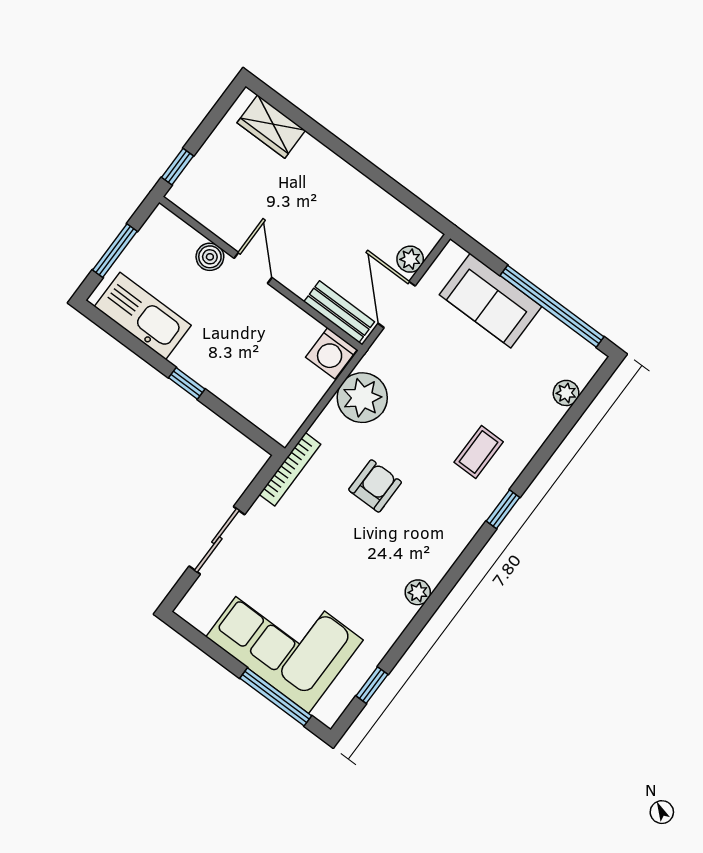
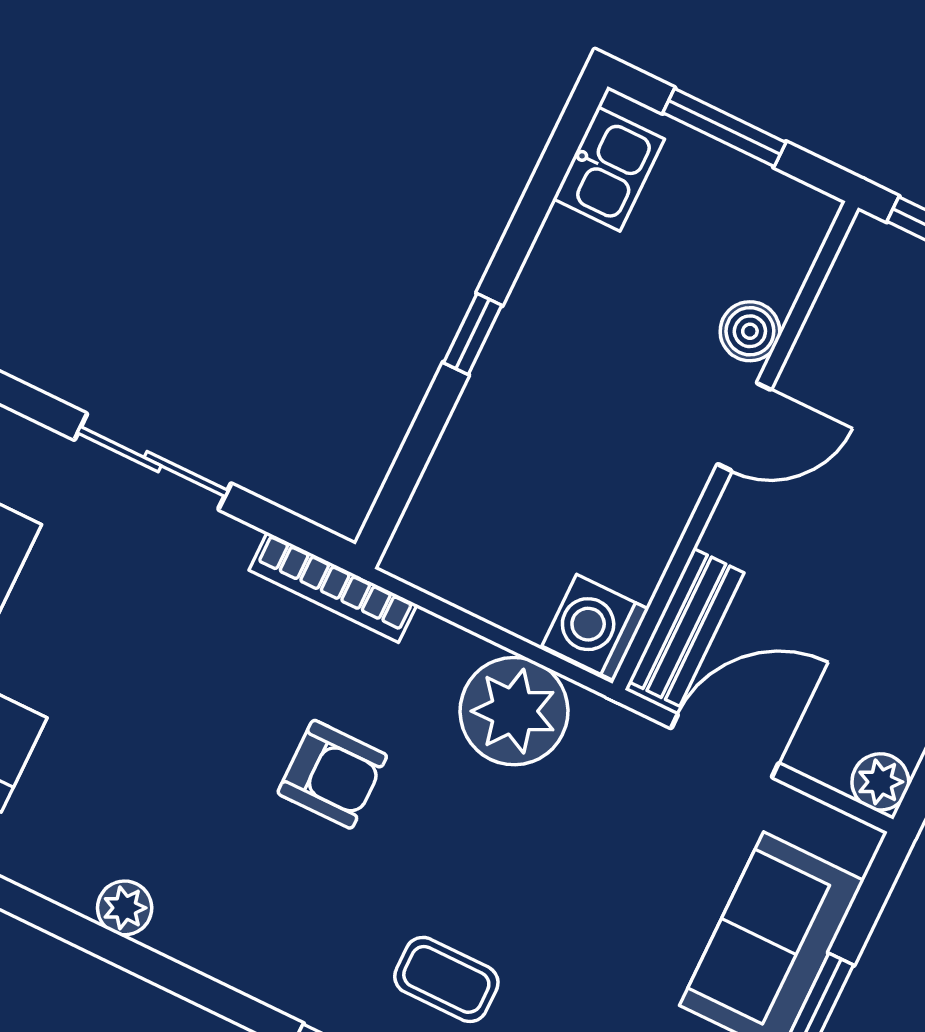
plant: (410, 259) -> (880, 782), moved
kitchen sink: (143, 316) -> (609, 169), width x0.53, depth x0.81

